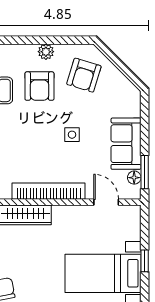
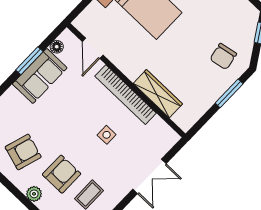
side table: (72, 135) -> (107, 135), moved
window: (145, 172) -> (29, 61), moved

